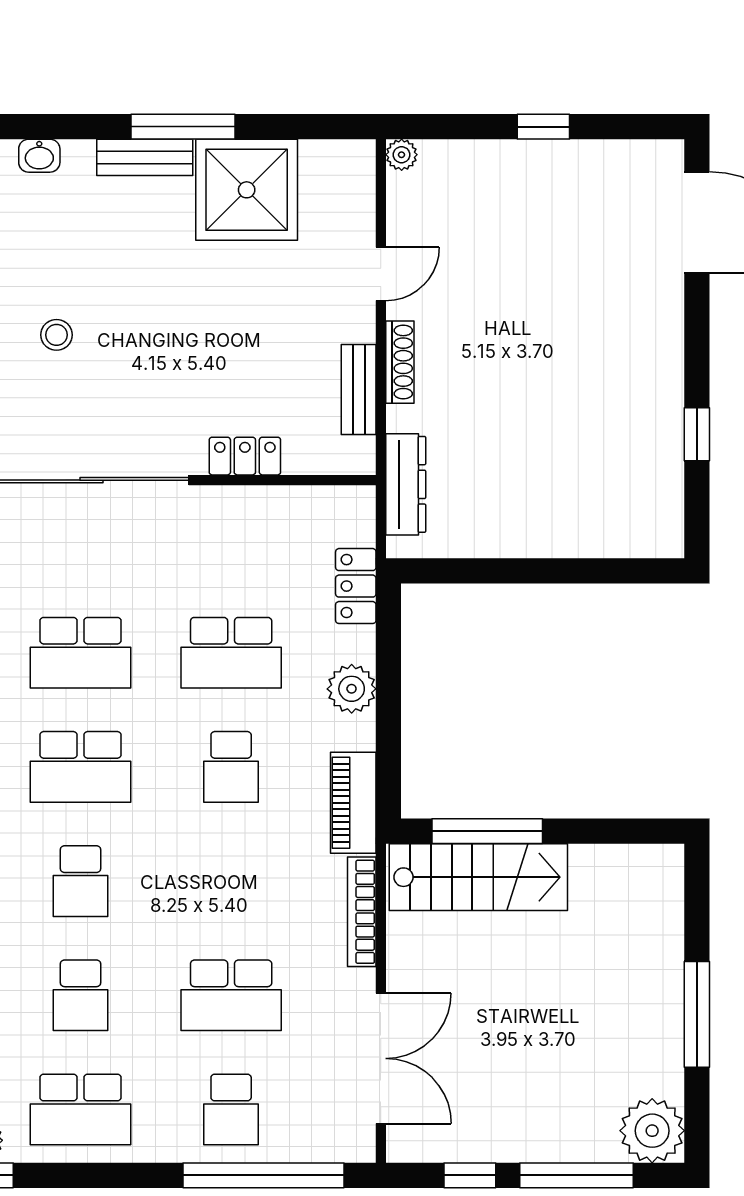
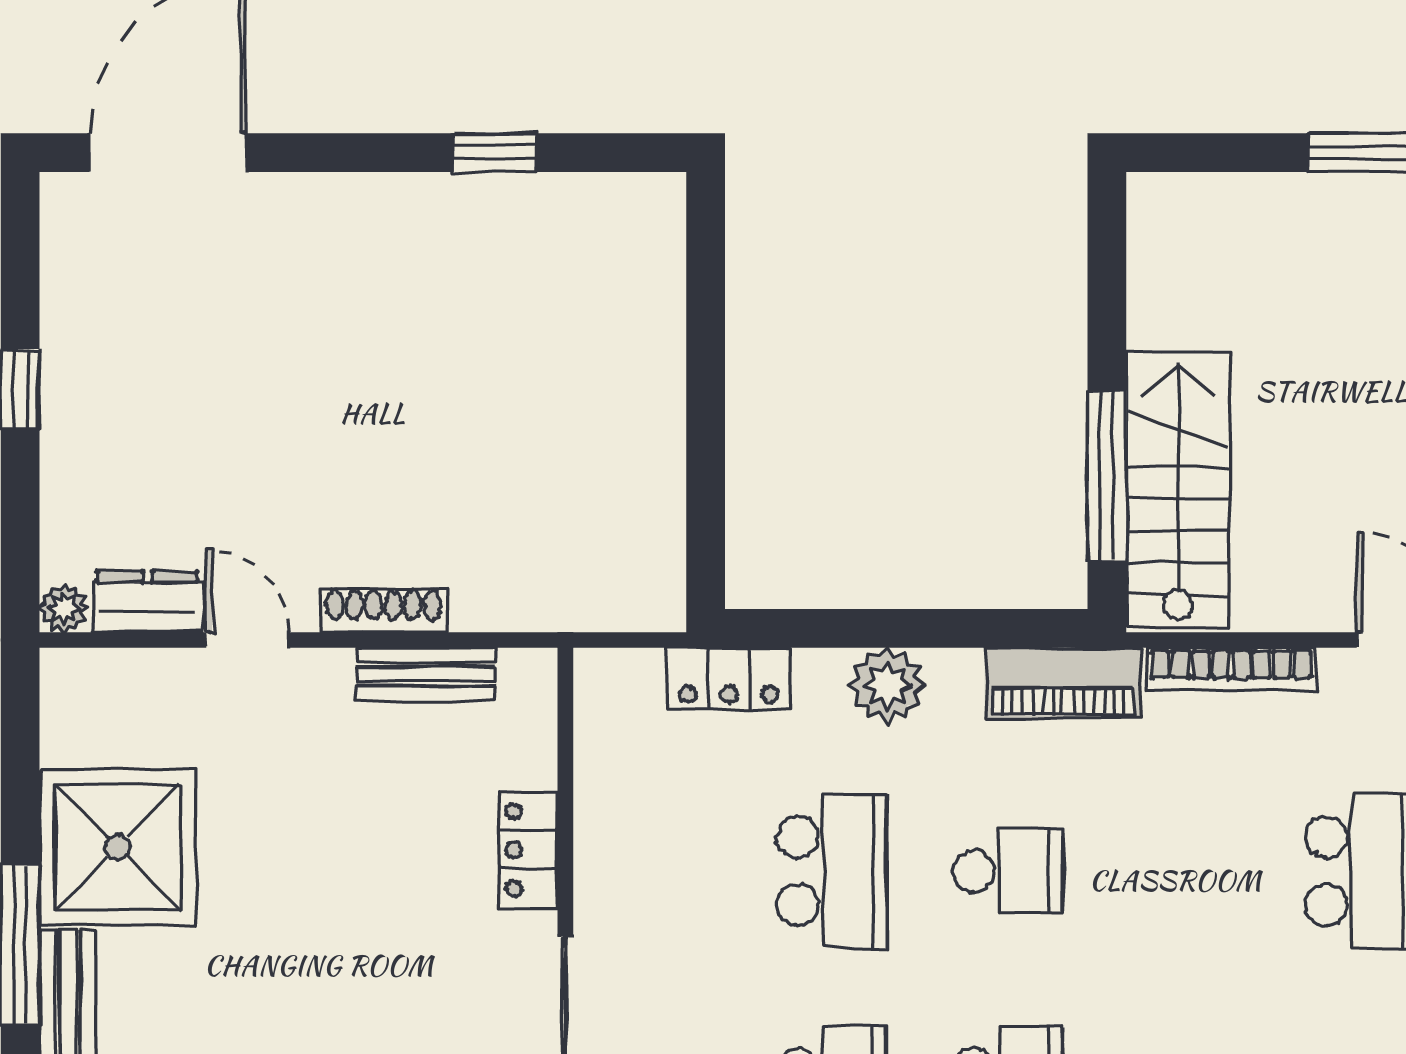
dresser: (406, 484) -> (147, 602), moved, width x0.70

